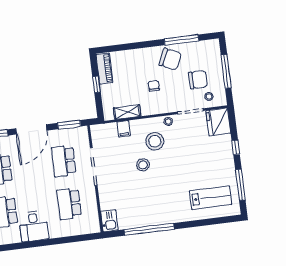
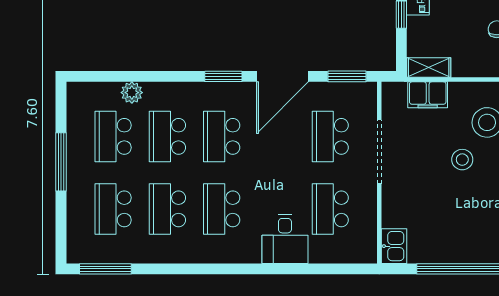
shelving: (127, 112) -> (429, 68), moved
filing cabinet: (124, 129) -> (428, 95), width x2.00
desk: (34, 226) -> (285, 239), moved

